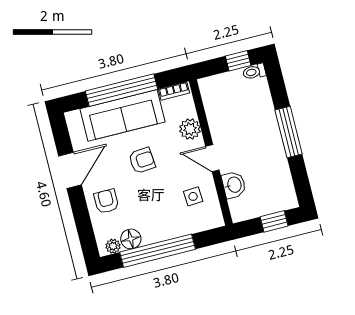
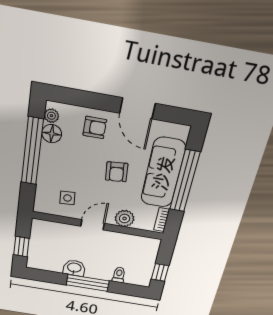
toilet: (254, 72) -> (119, 275), moved
washbasin: (234, 185) -> (74, 268), moved, turned 180

